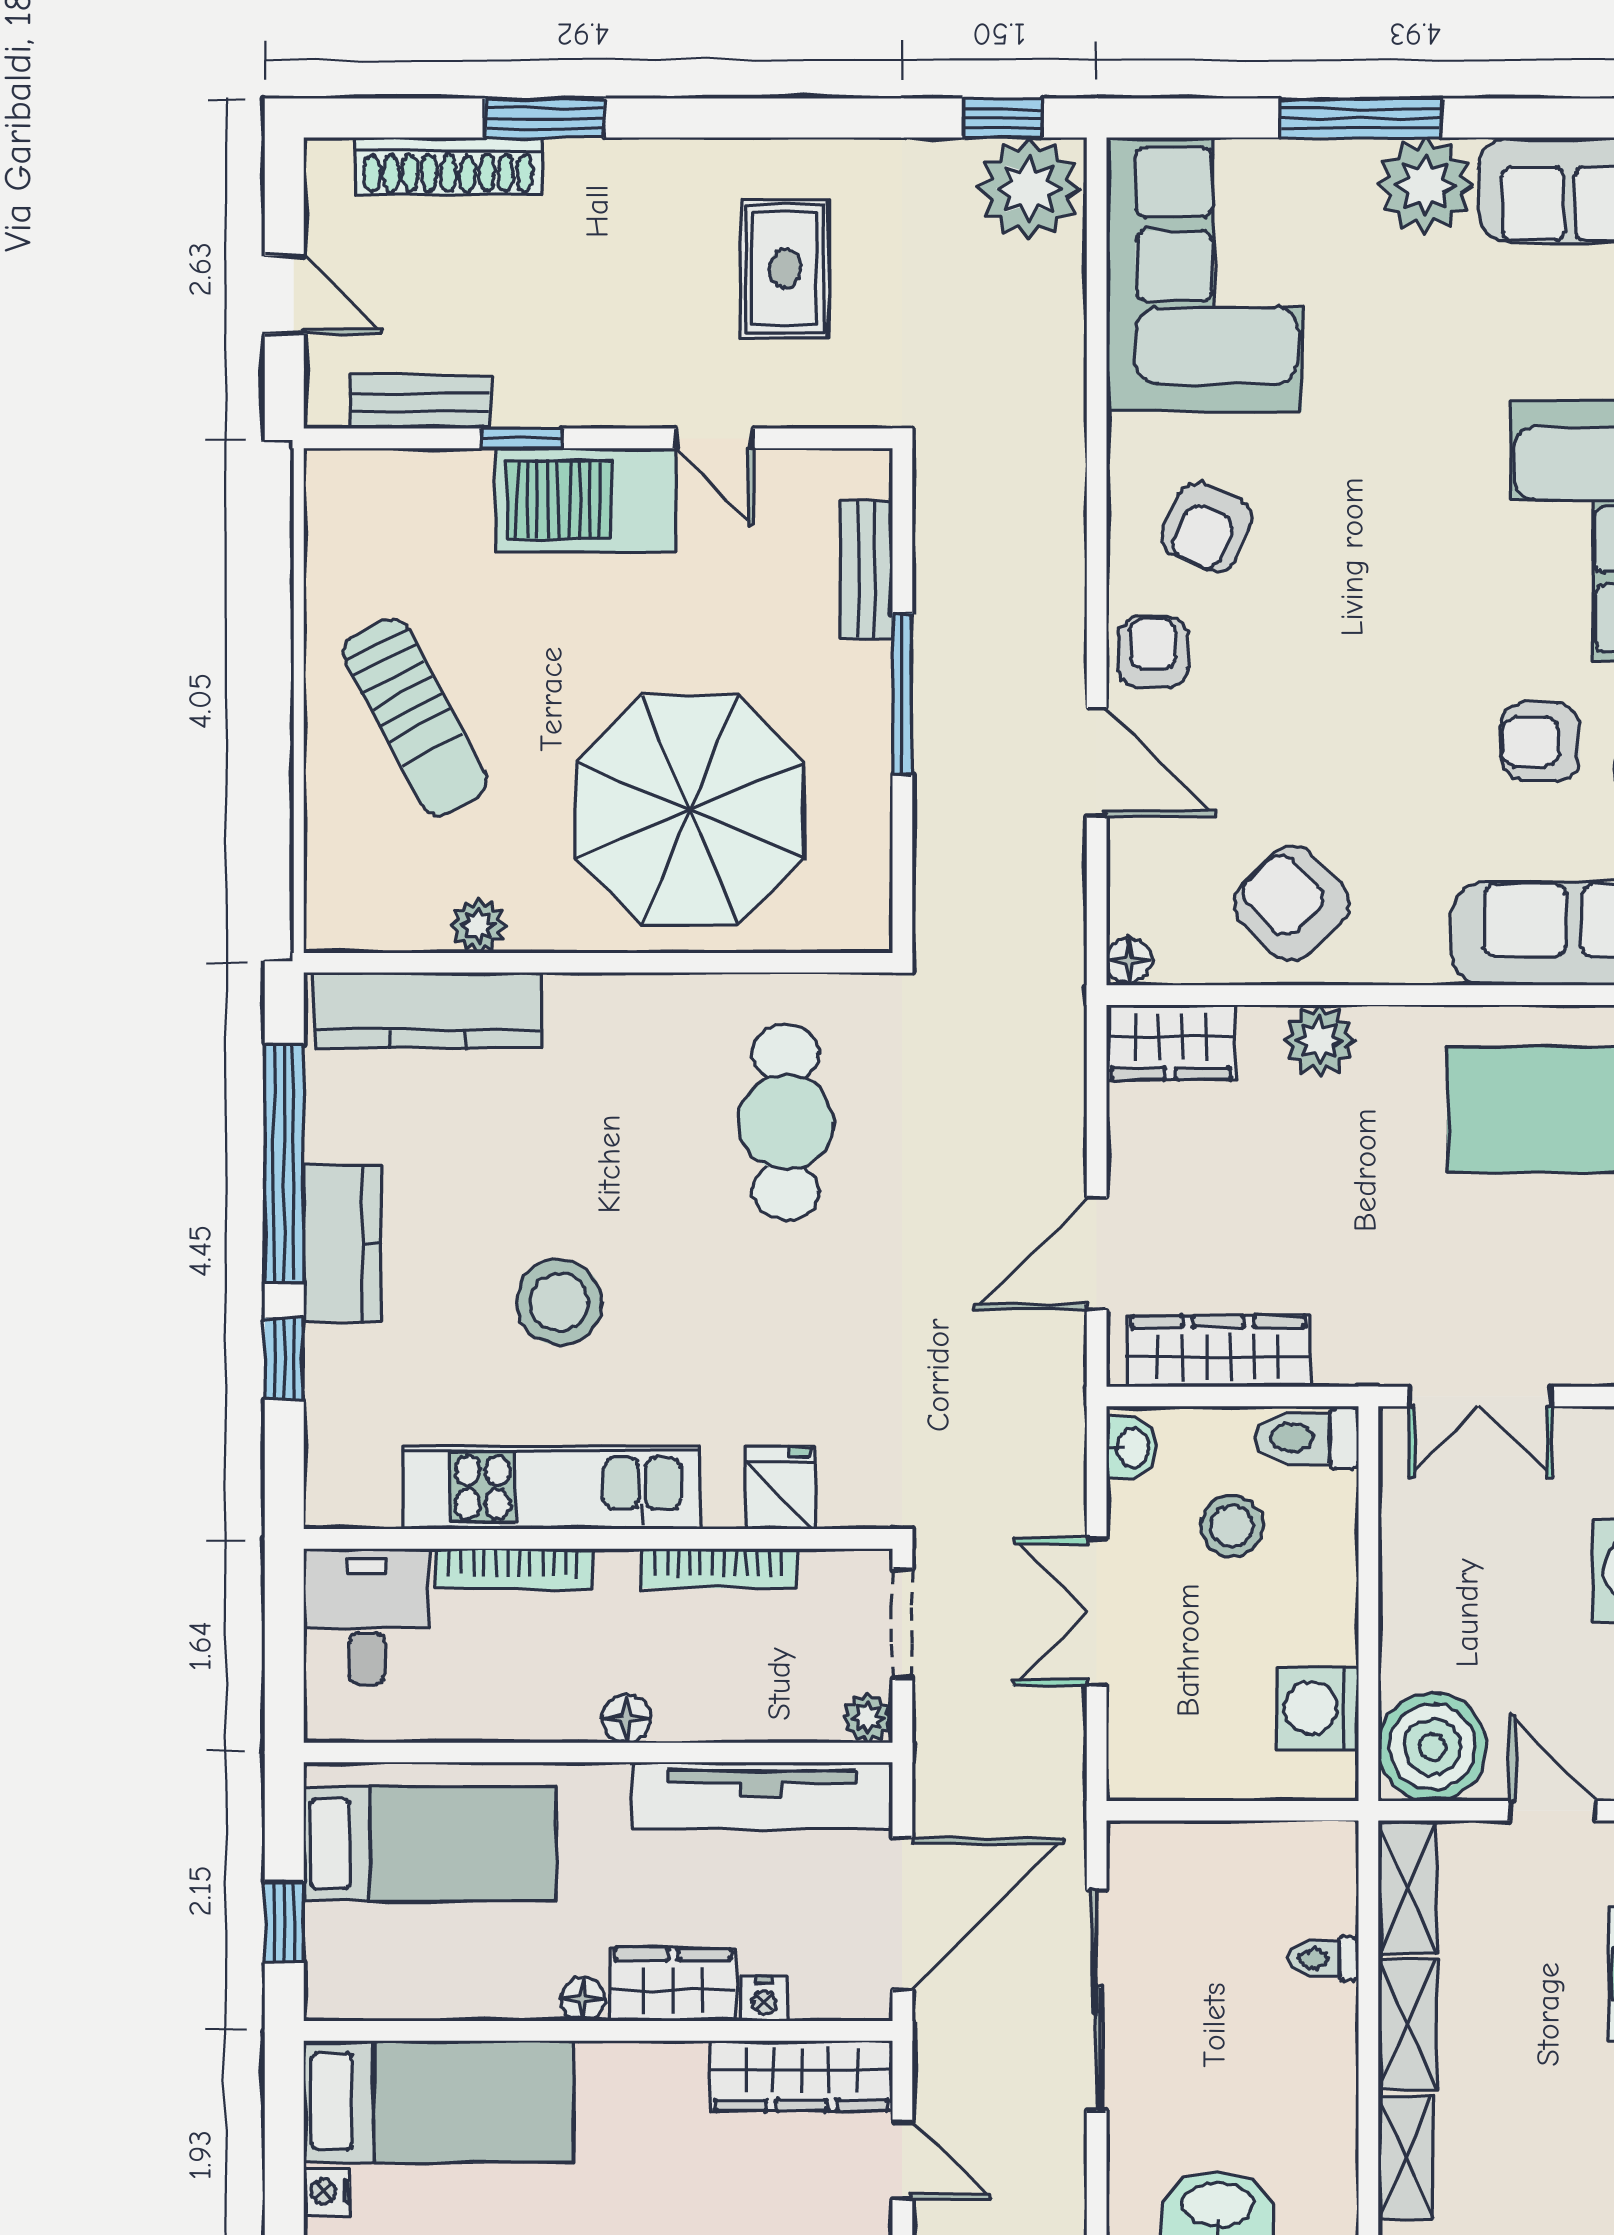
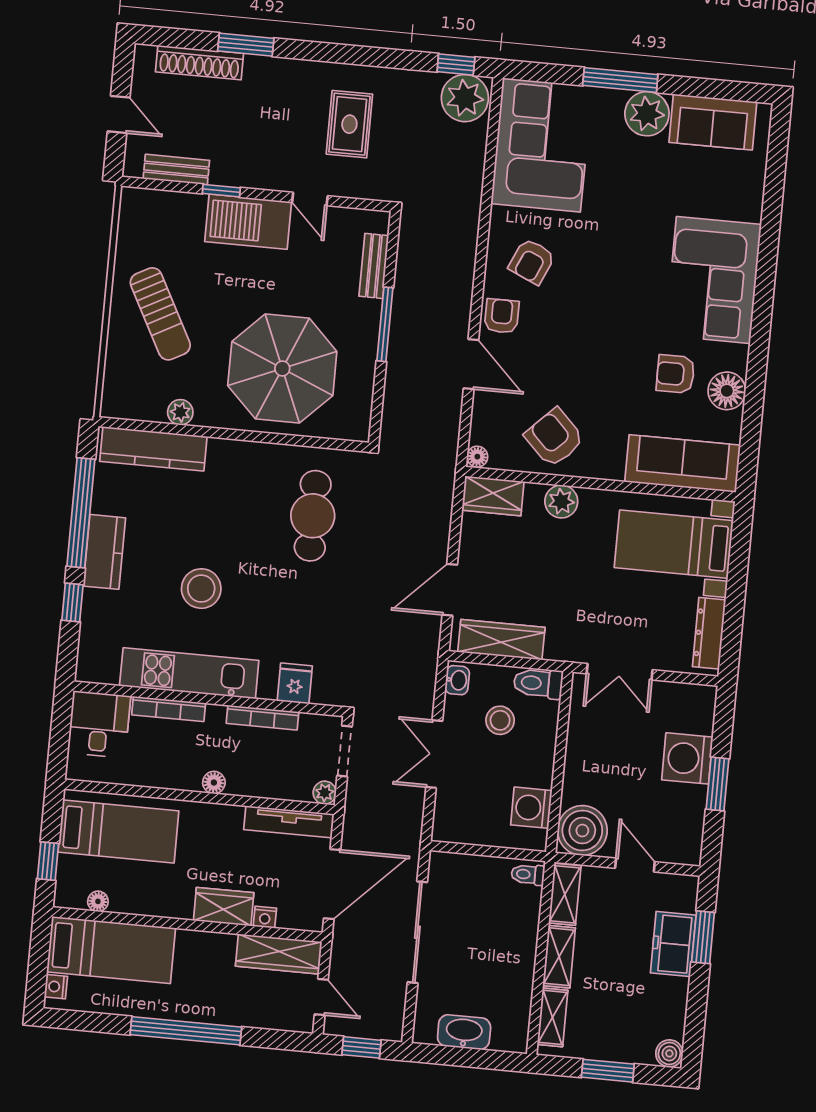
tv unit: (762, 1796) -> (289, 822), width x0.73, depth x0.78
toilet: (1323, 1959) -> (528, 874), moved
floor lamp: (583, 1999) -> (98, 901), moved

